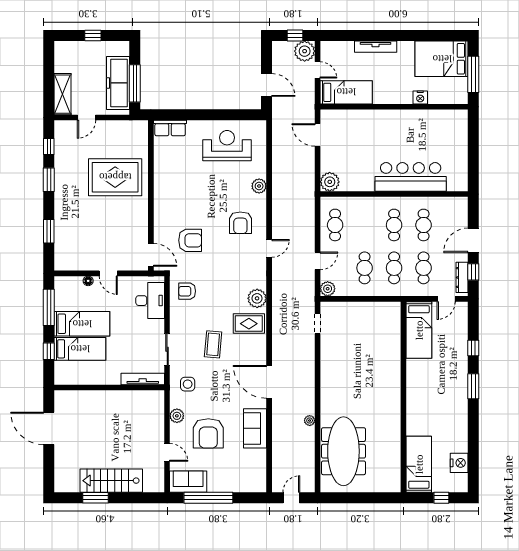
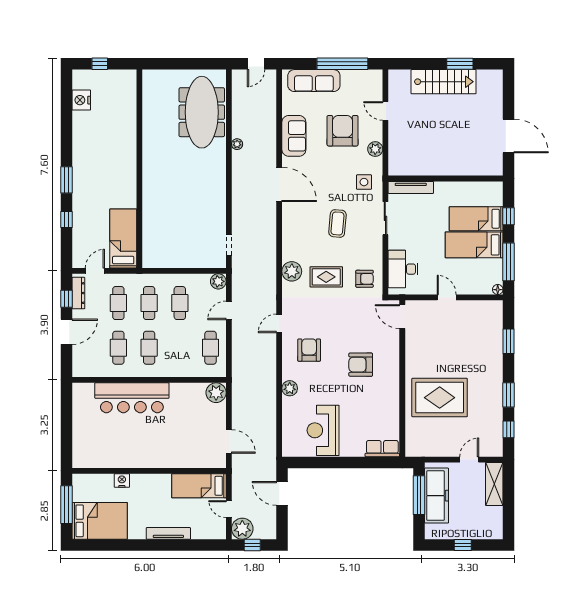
reception desk: (227, 146) -> (323, 430), turned 90
armchair: (190, 240) -> (361, 365), moved
floor lamp: (88, 281) -> (498, 290), moved
rug: (249, 324) -> (326, 277), moved
bed: (419, 464) -> (123, 99), removed
sofa: (188, 482) -> (314, 81), moved, width x1.36

